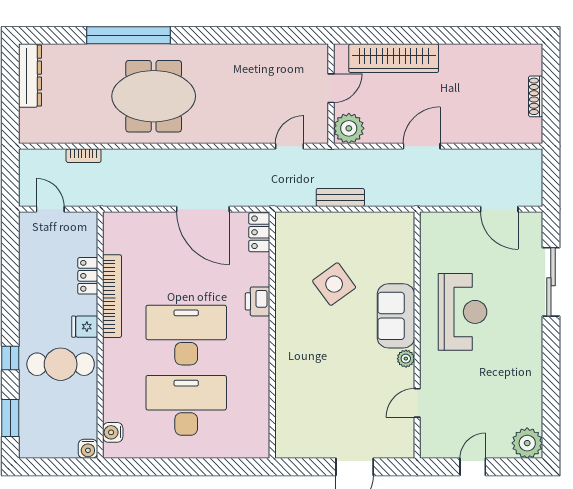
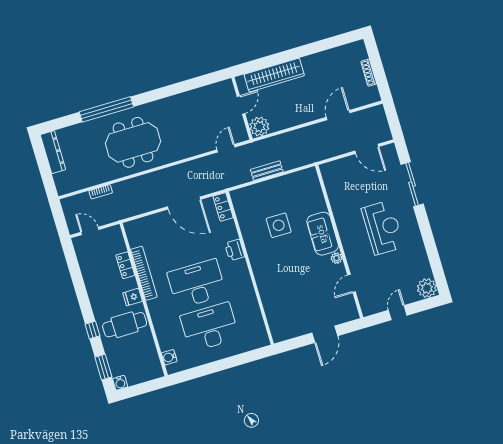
door: (422, 146) -> (338, 115), moved
side table: (334, 284) -> (279, 225), turned 36
reception desk: (462, 312) -> (383, 228), moved
water cooler: (88, 449) -> (120, 383), moved

